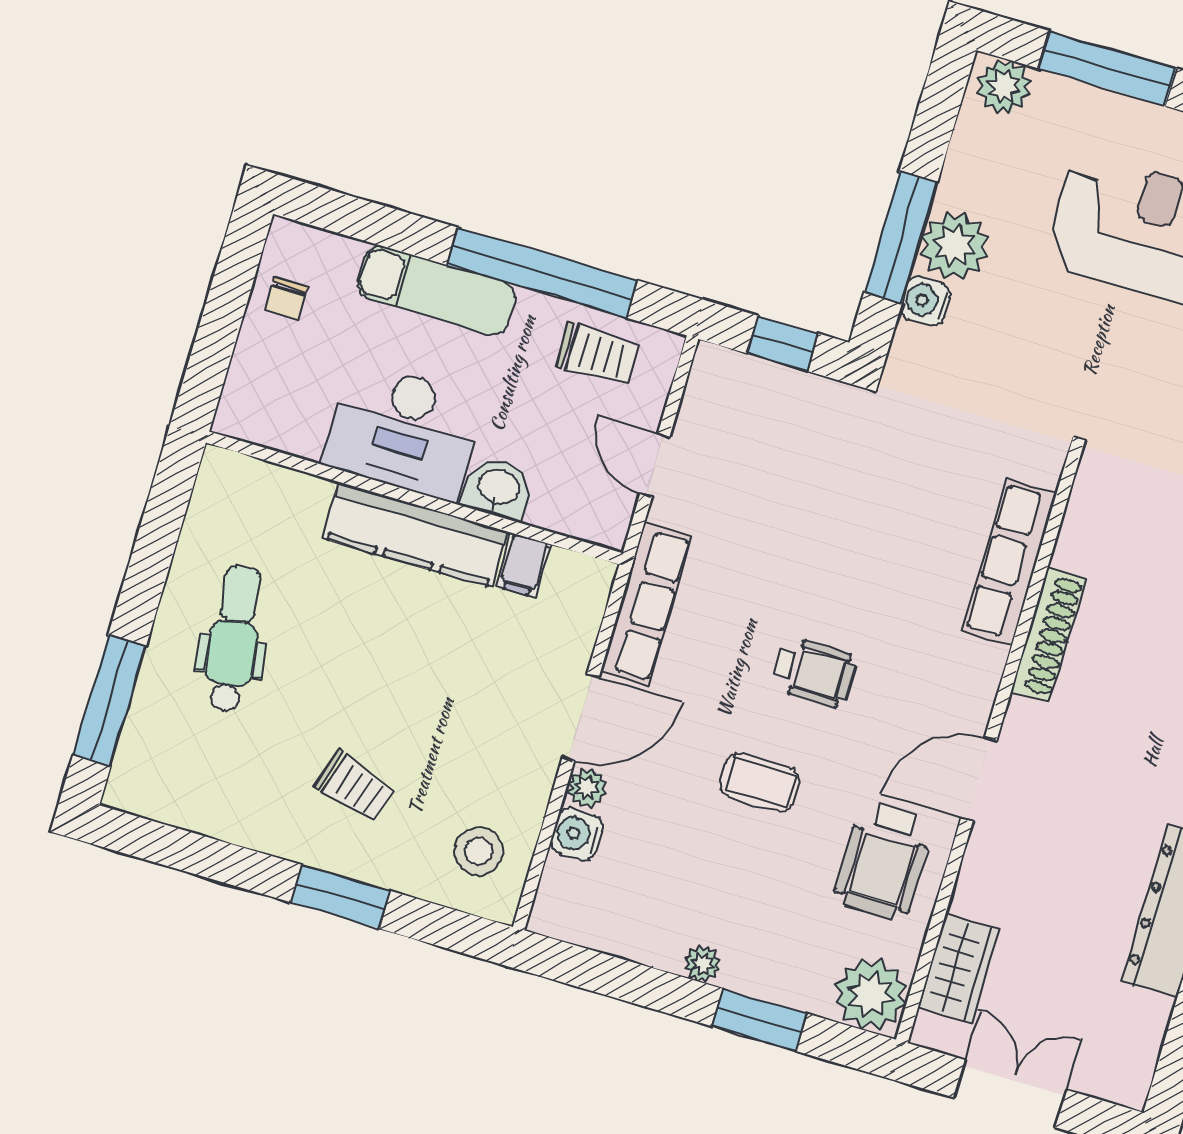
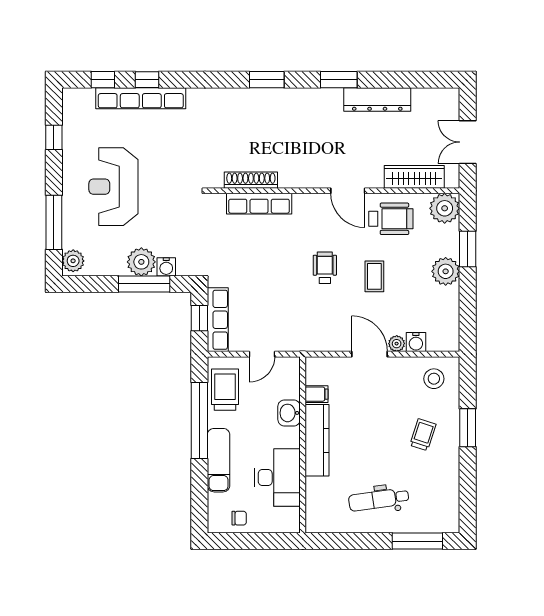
trolley: (597, 354) -> (225, 390), width x1.36, depth x1.39
desk: (404, 431) -> (277, 478), moved
row of seats: (646, 604) -> (218, 320), moved, turned 90
shoe rack: (1048, 635) -> (251, 180), moved
plant: (703, 964) -> (446, 271), width x1.87, depth x1.87
wardrobe: (959, 968) -> (414, 177), width x1.50

